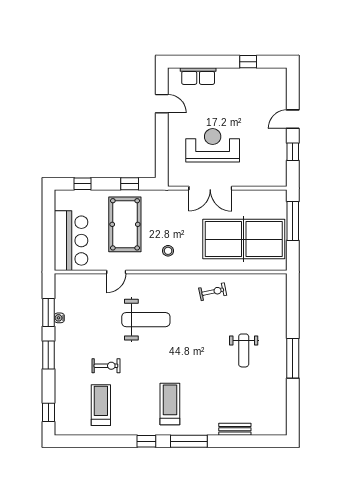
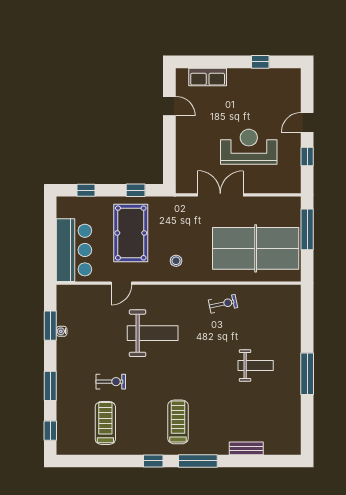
reception desk: (213, 145) -> (249, 147), moved
double door: (210, 188) -> (220, 195), swing flipped
weight bench: (244, 350) -> (256, 366), turned -90
window: (48, 355) -> (50, 386), moved

